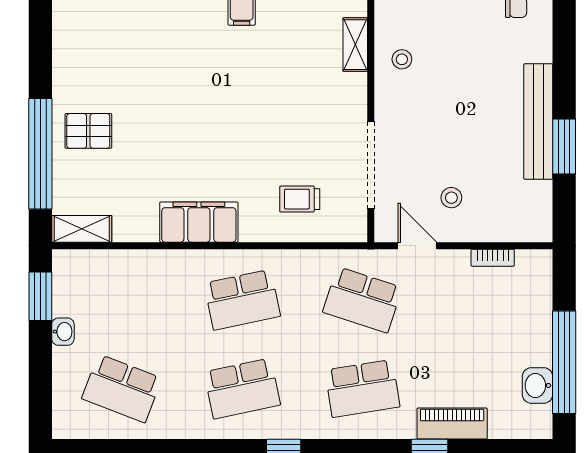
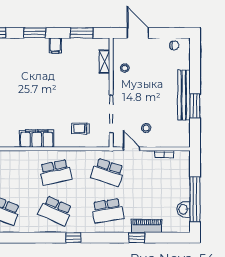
school desk: (242, 388) -> (55, 211), turned 36

